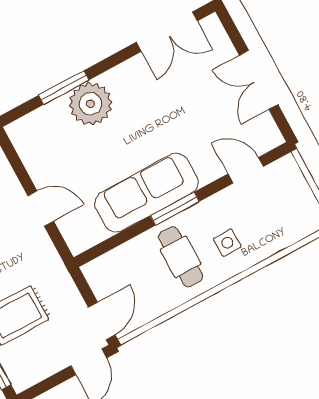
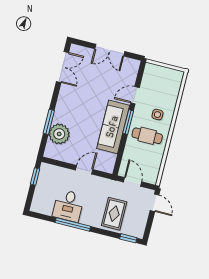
plant: (90, 104) -> (59, 134), moved
door: (246, 170) -> (135, 95), moved
door: (102, 321) -> (133, 182), moved

